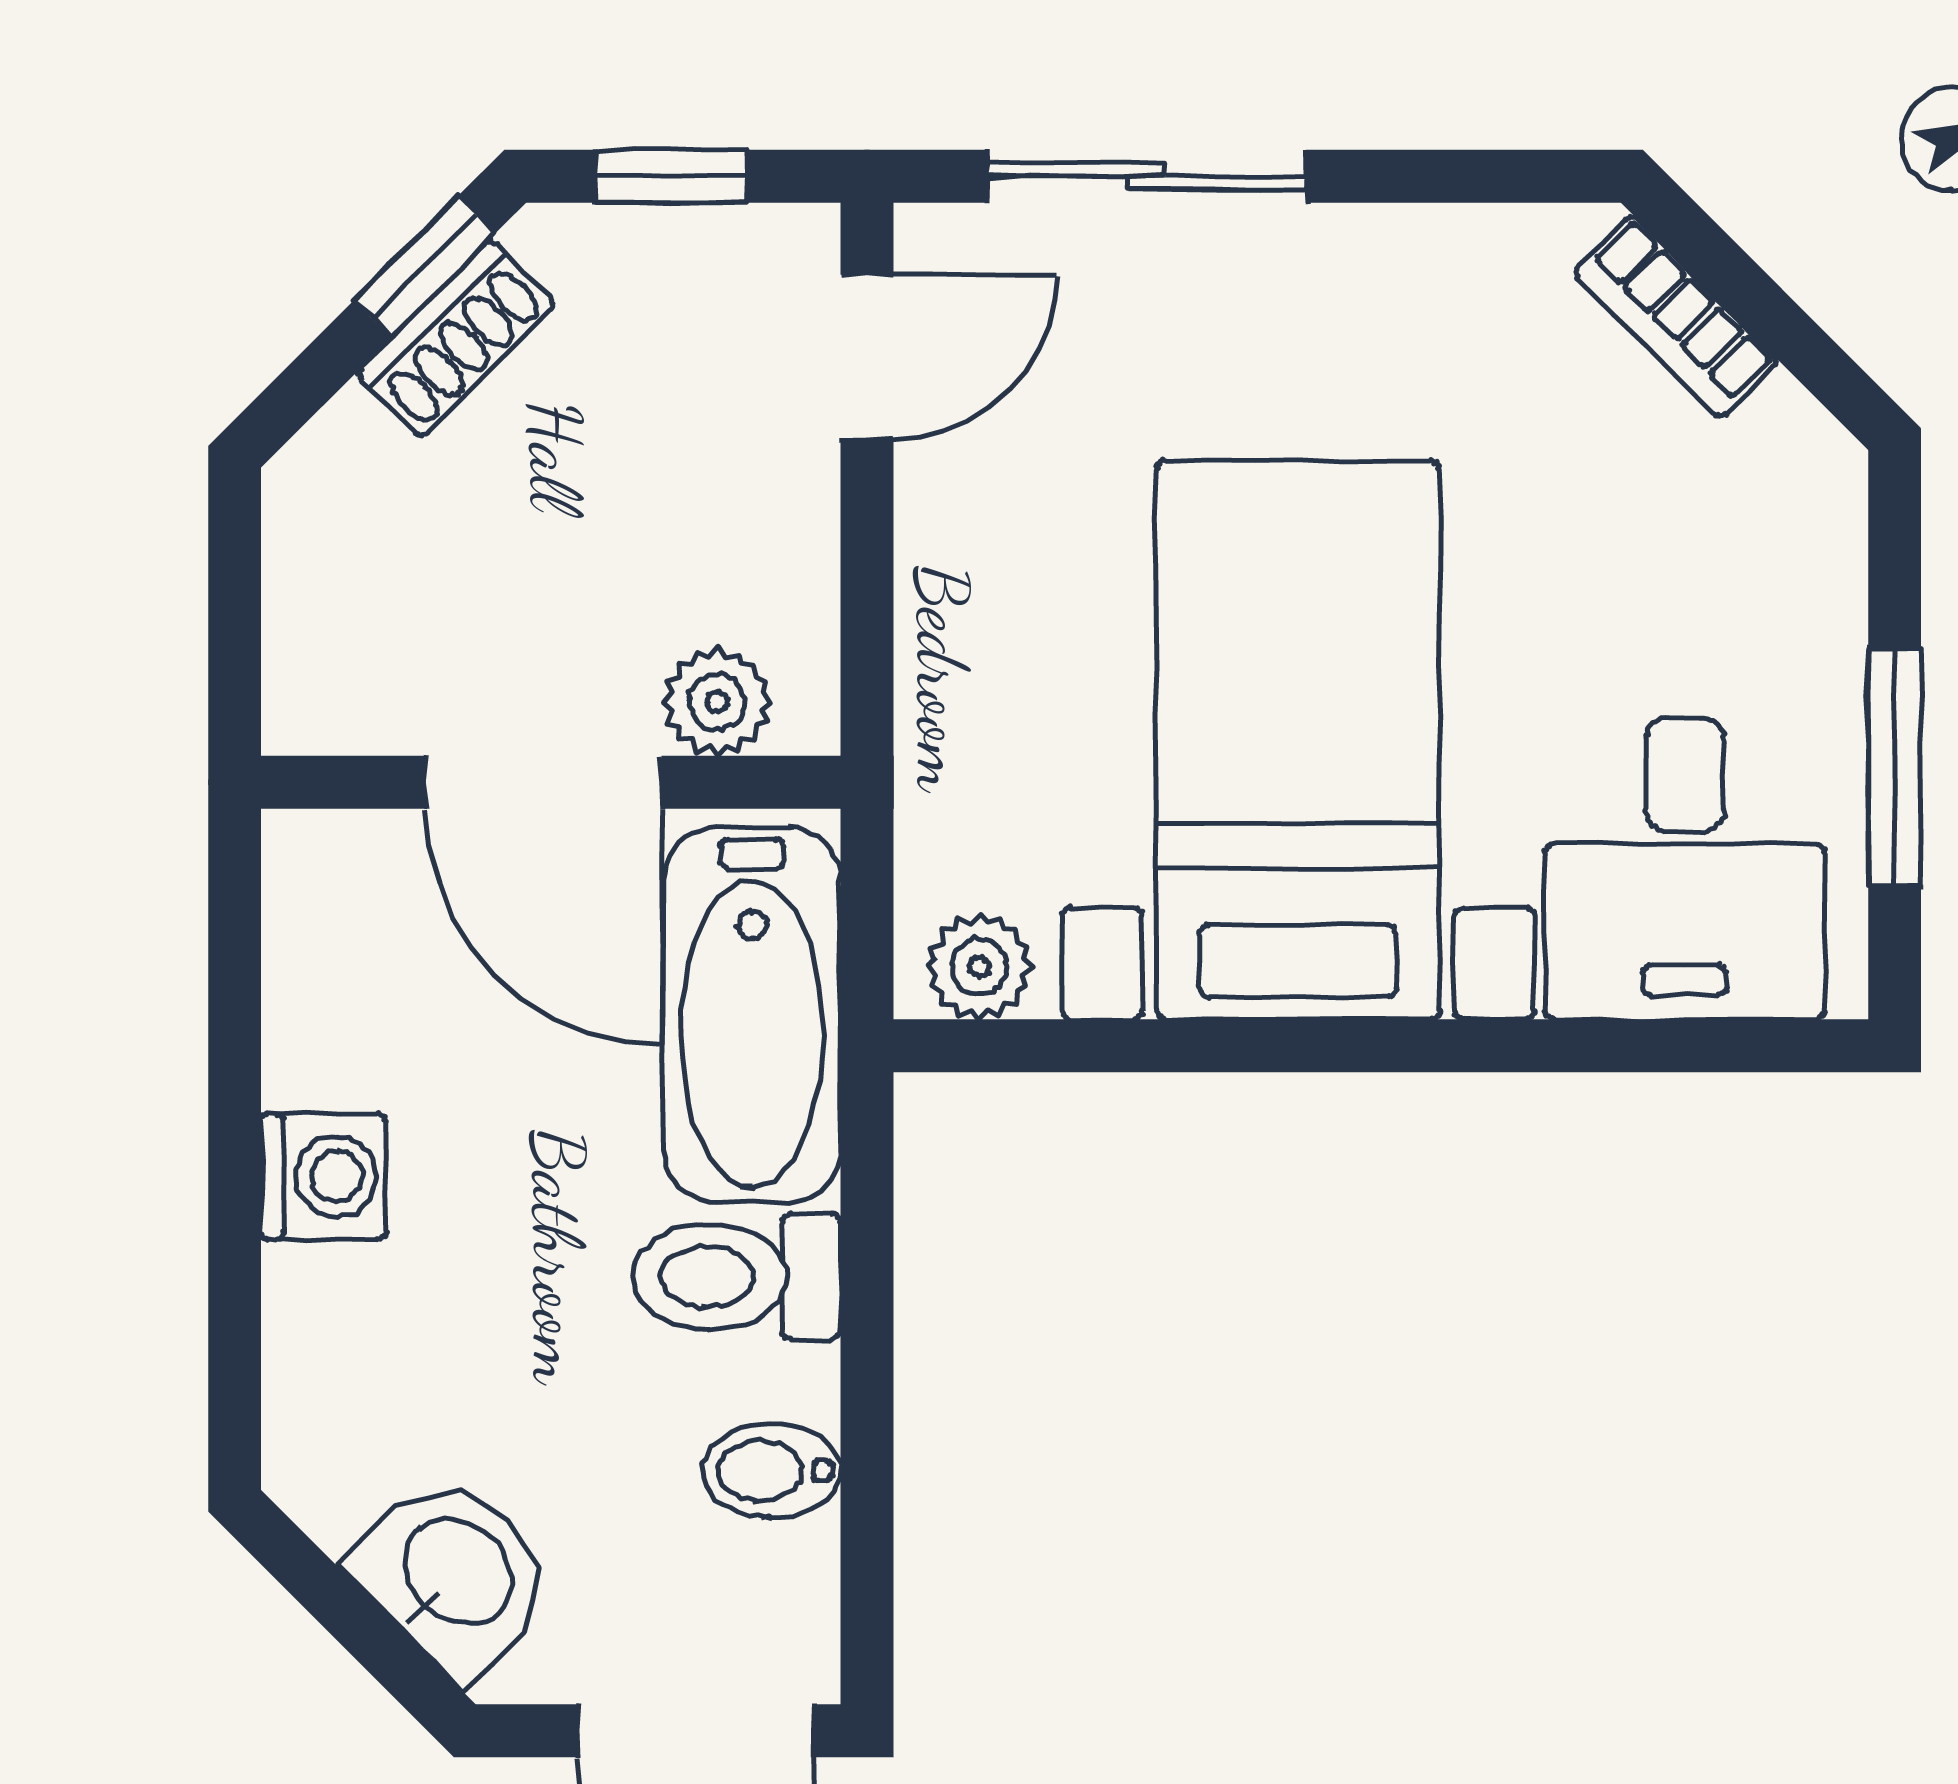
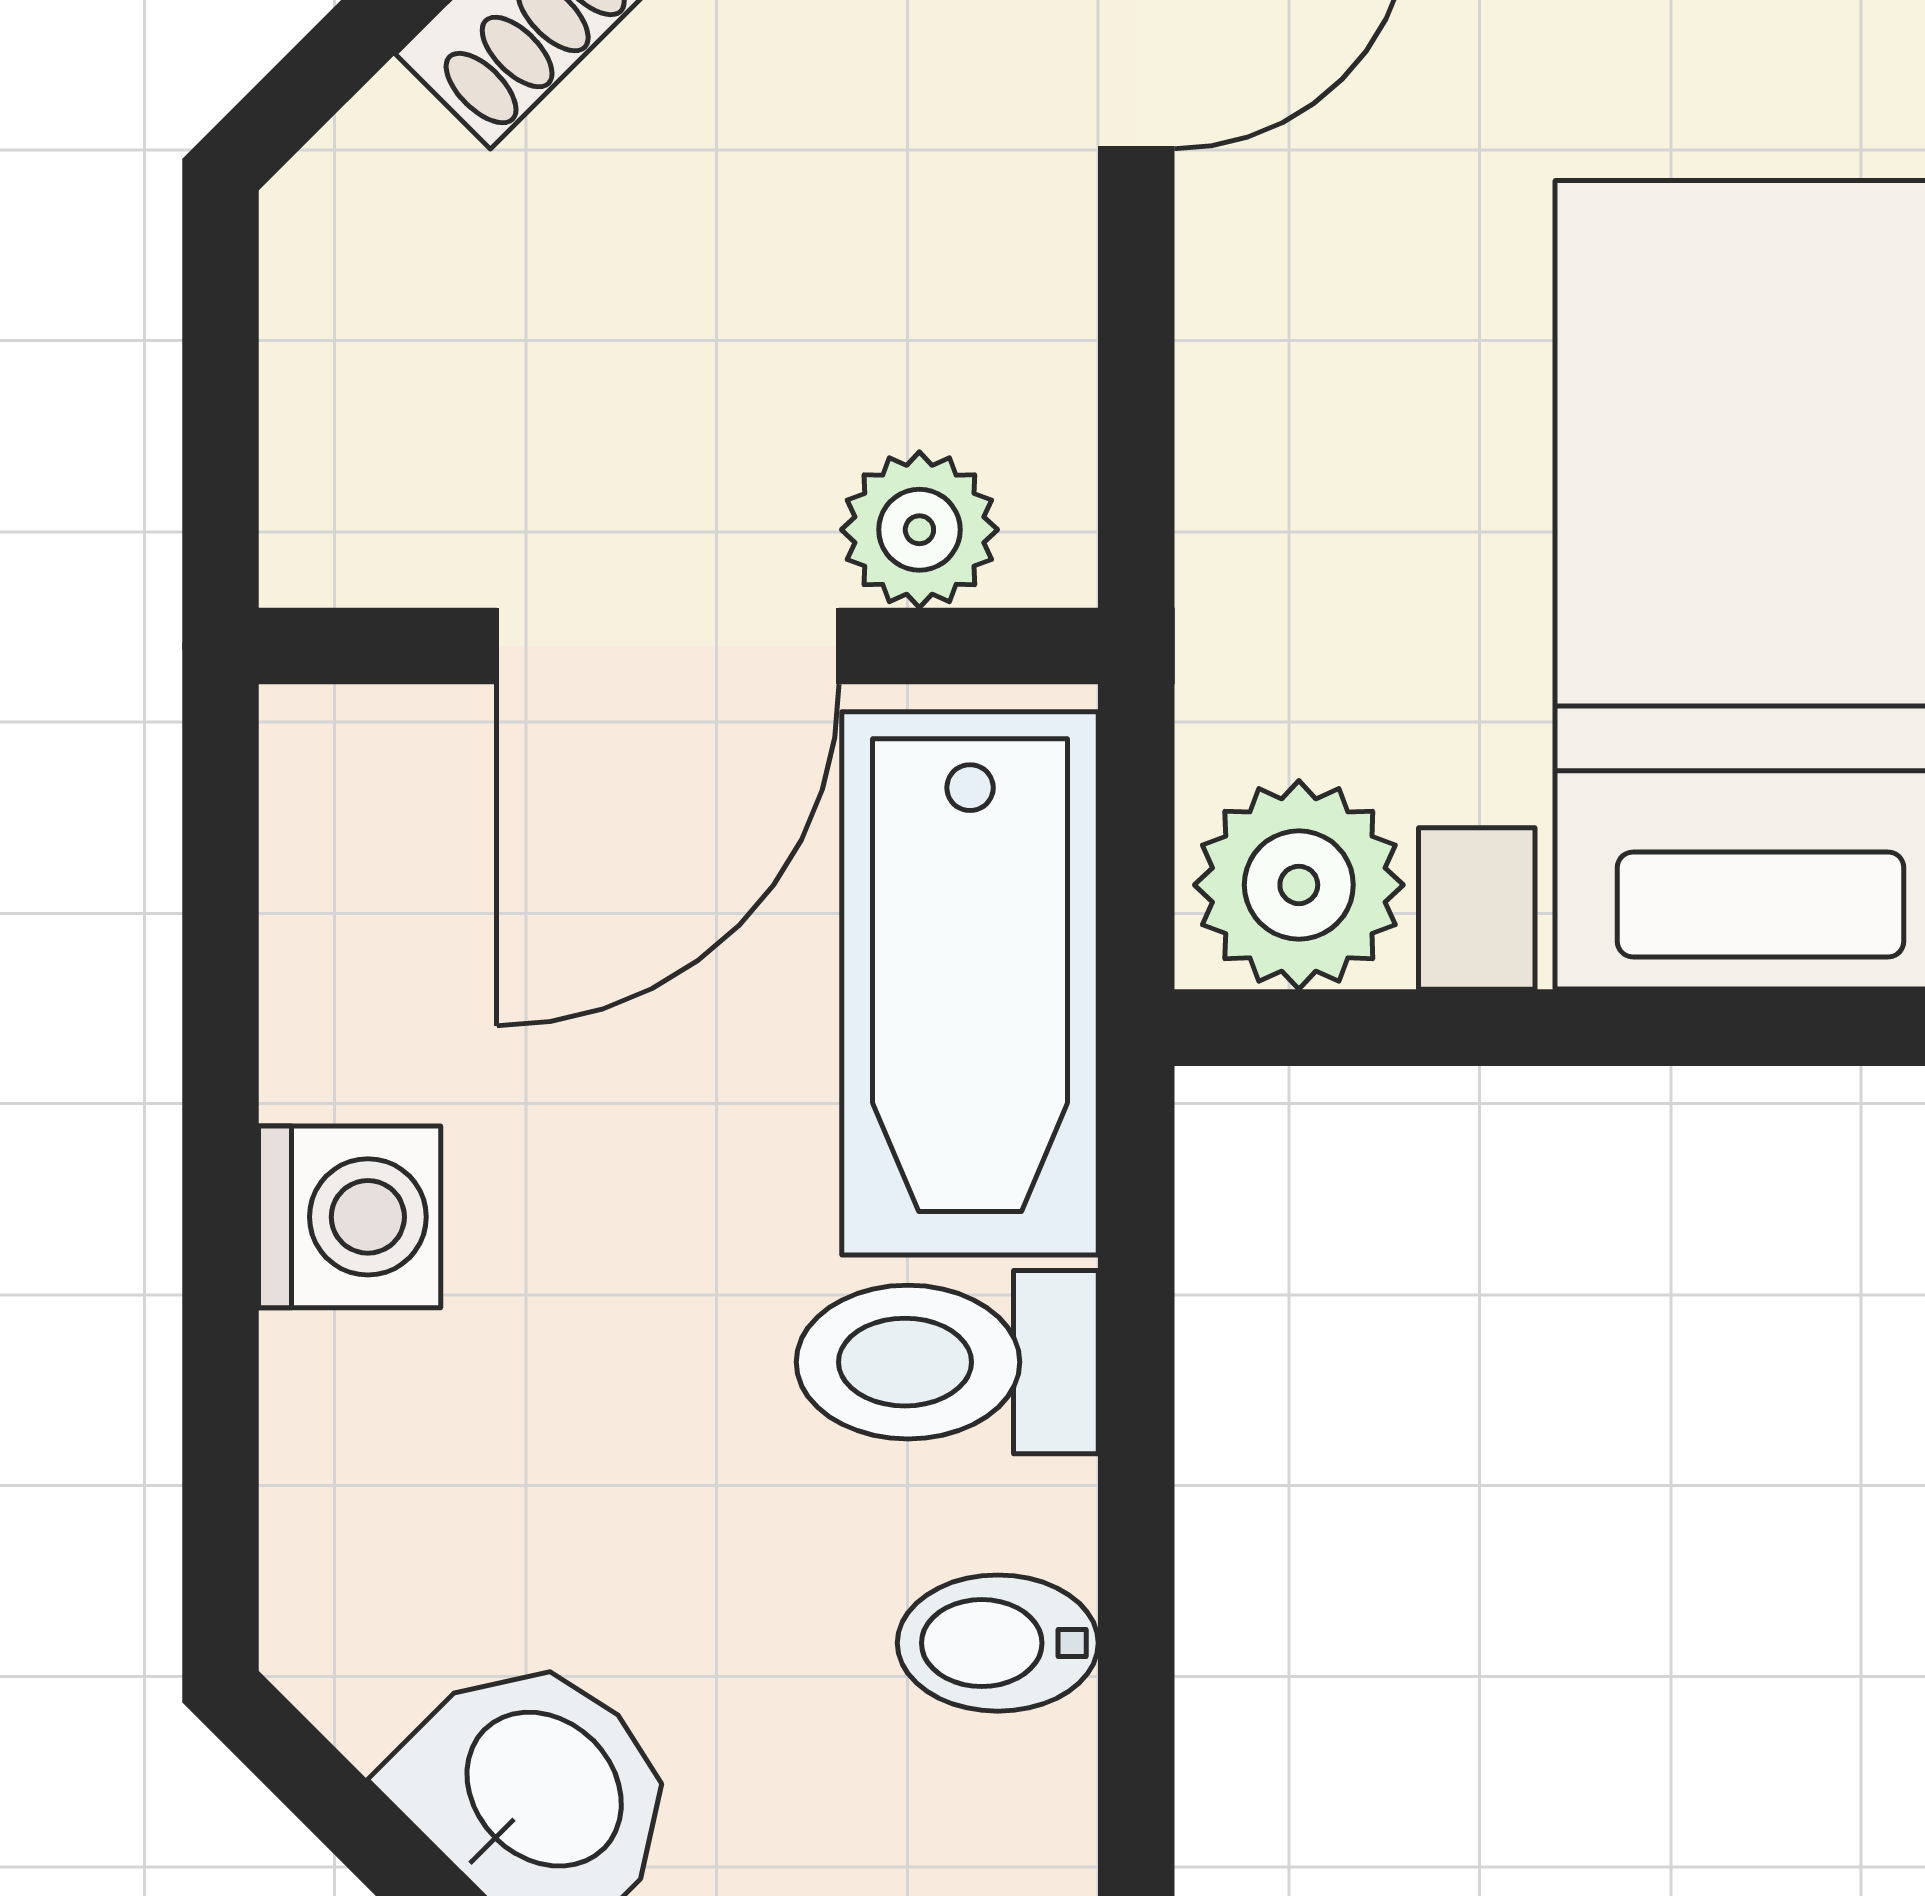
door: (544, 782) -> (668, 646), hinge flipped
plant: (979, 967) -> (1299, 885), width x1.38, depth x1.38

